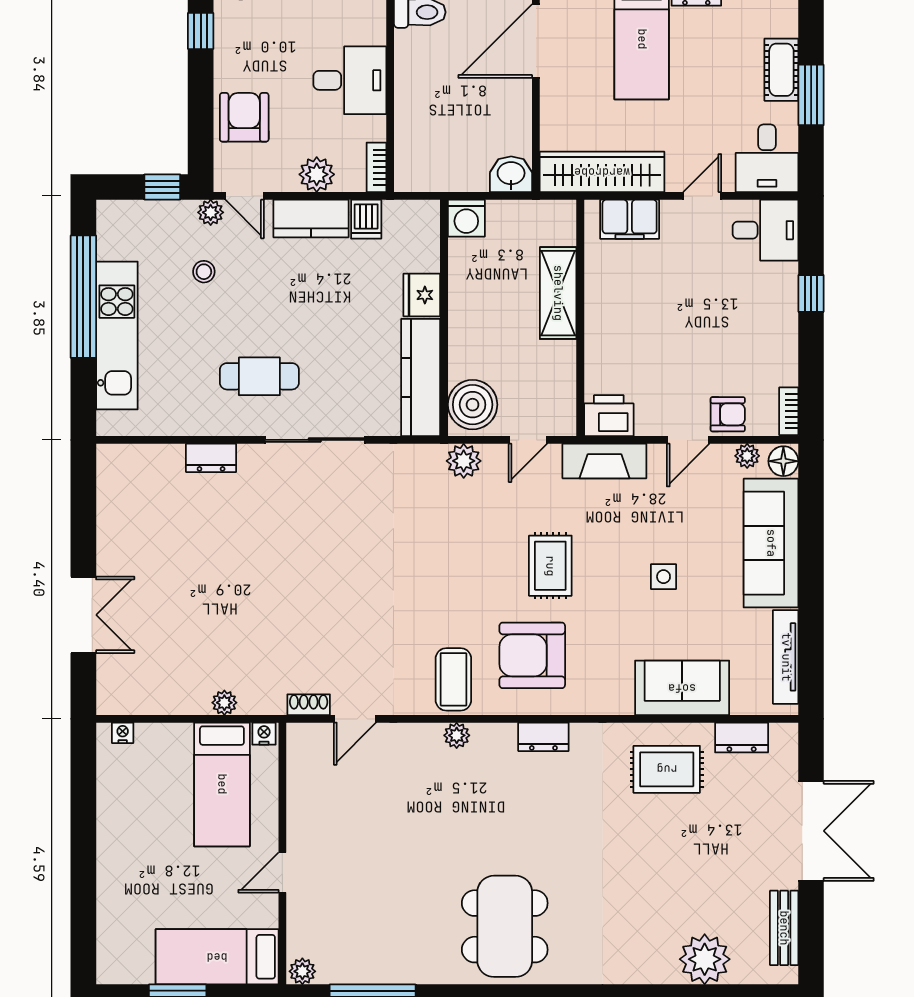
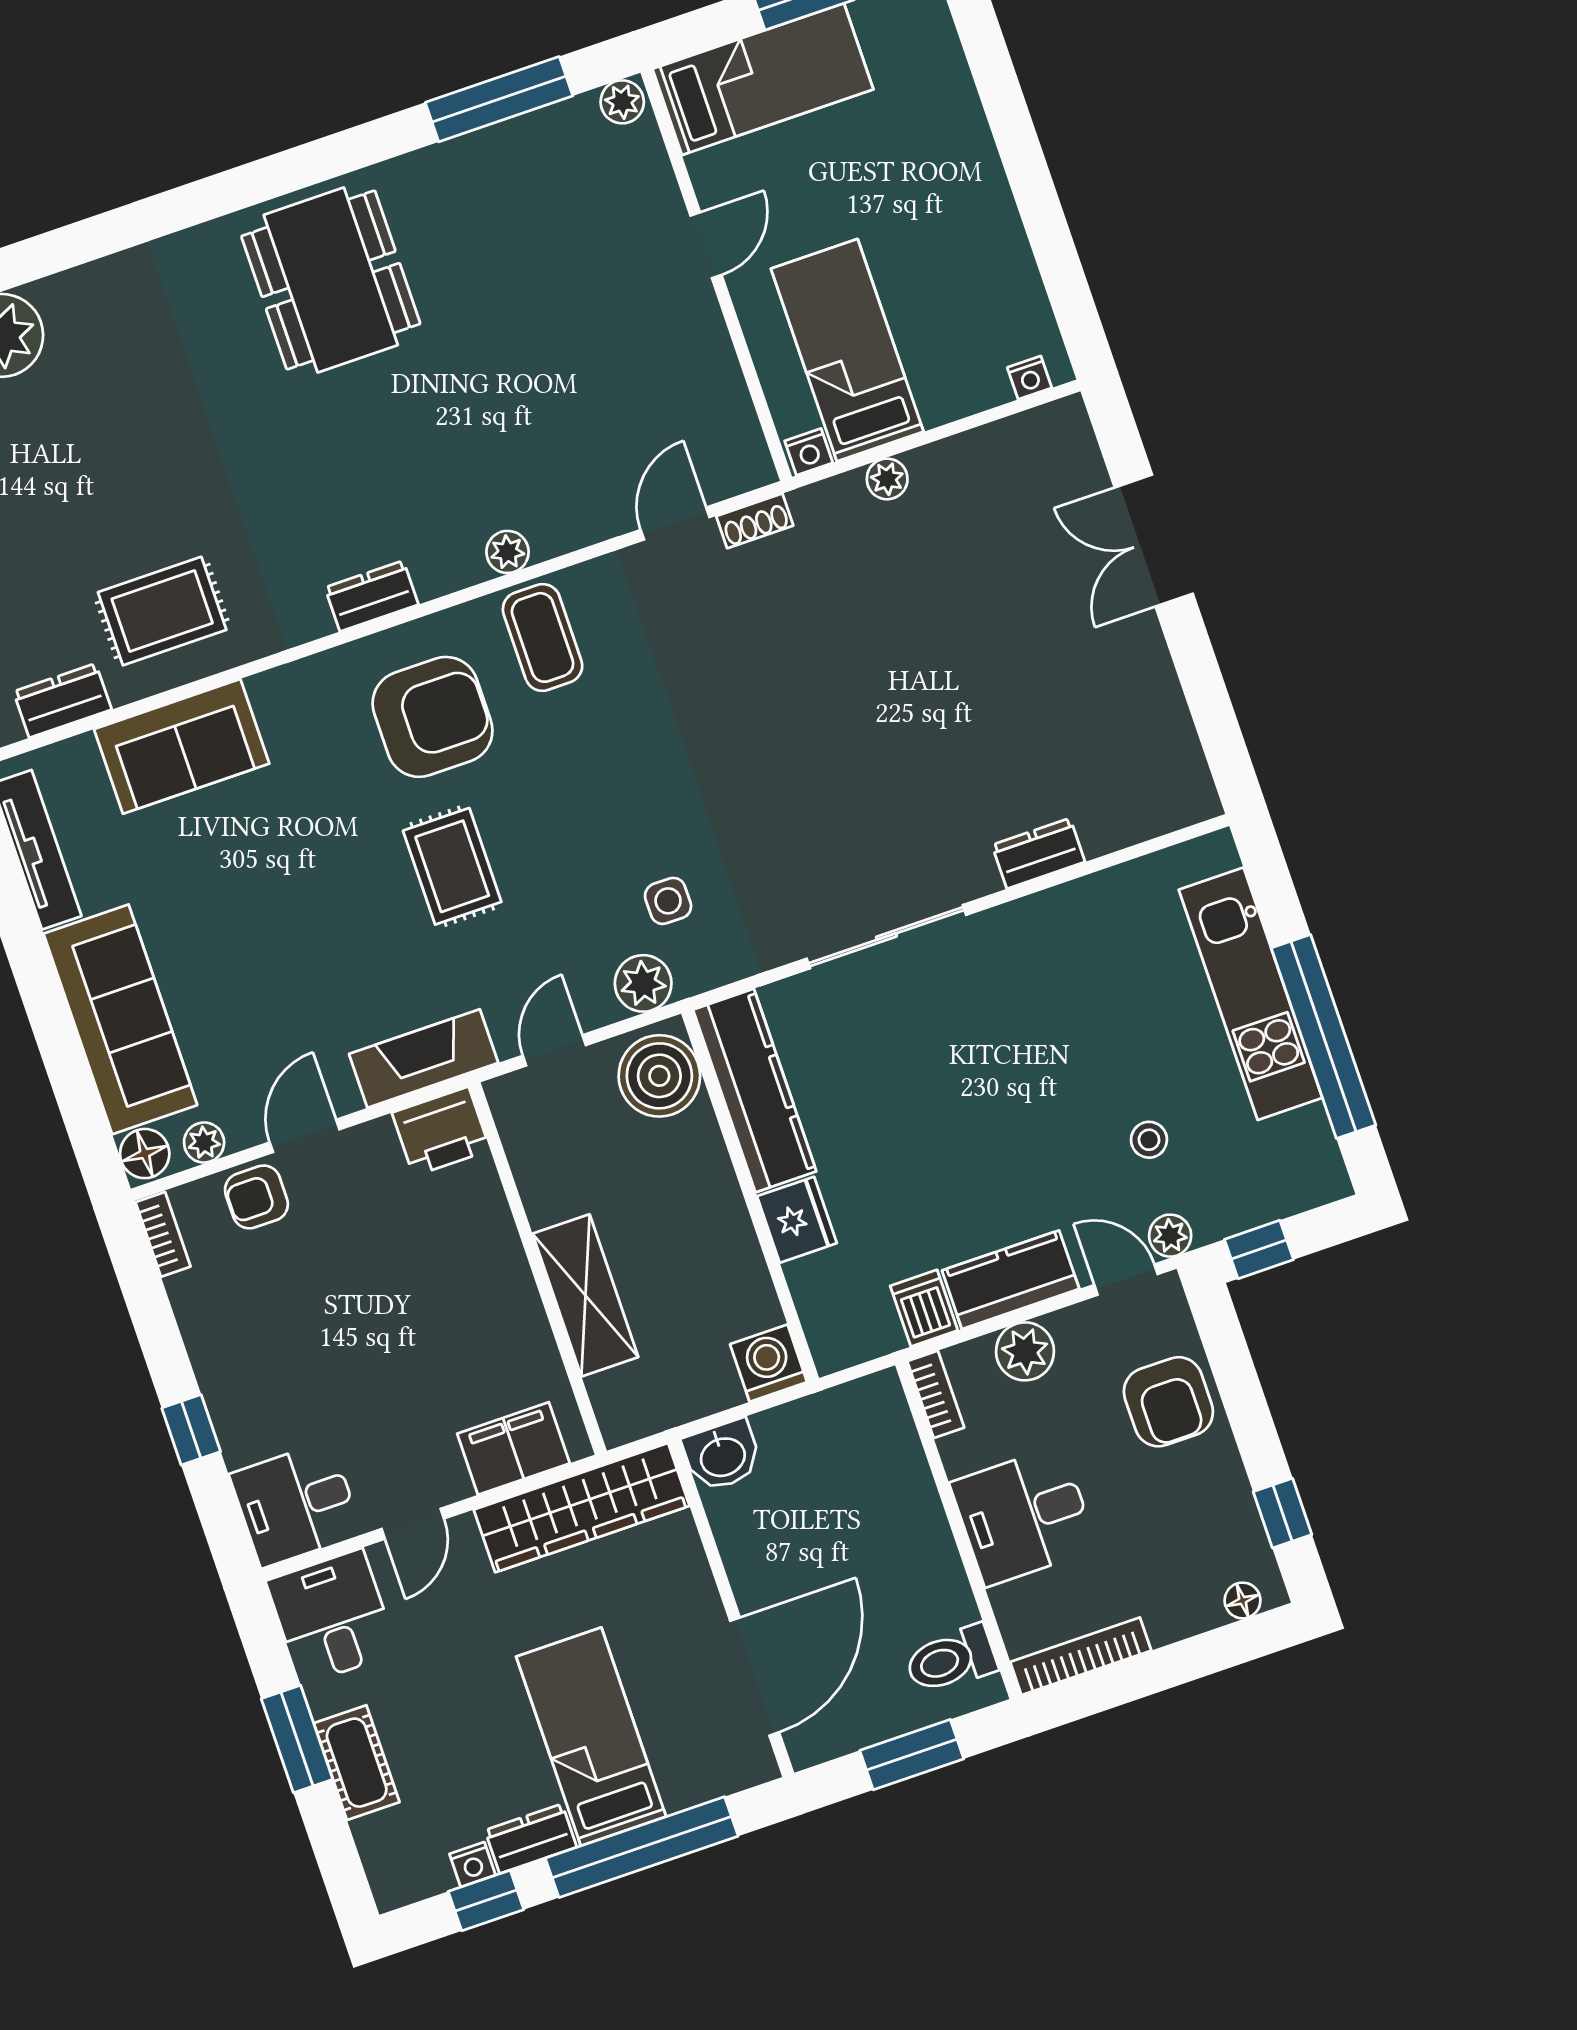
cafe table: (259, 376) -> (1007, 1006), removed
side table: (664, 577) -> (668, 901), moved

